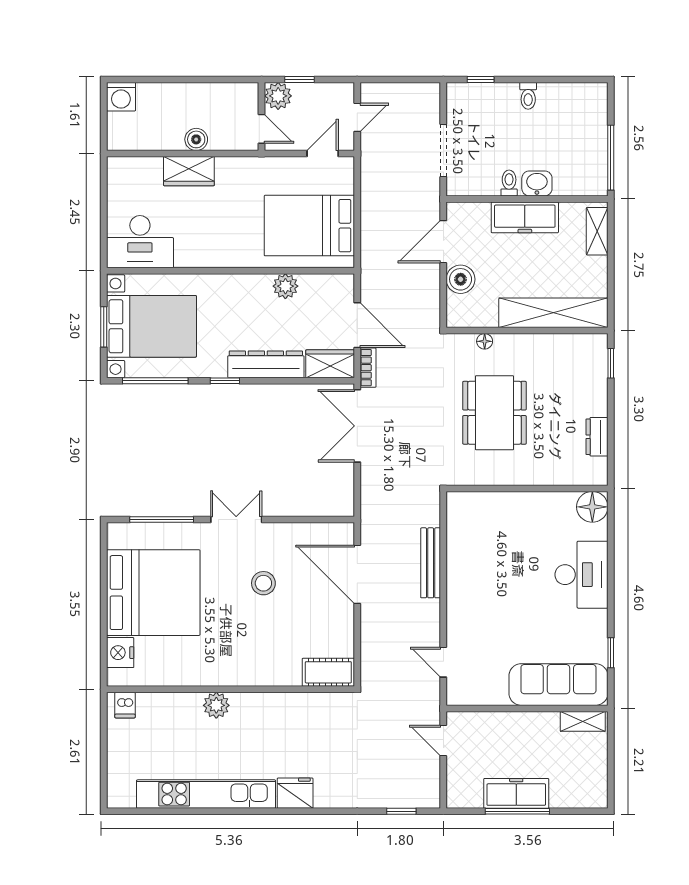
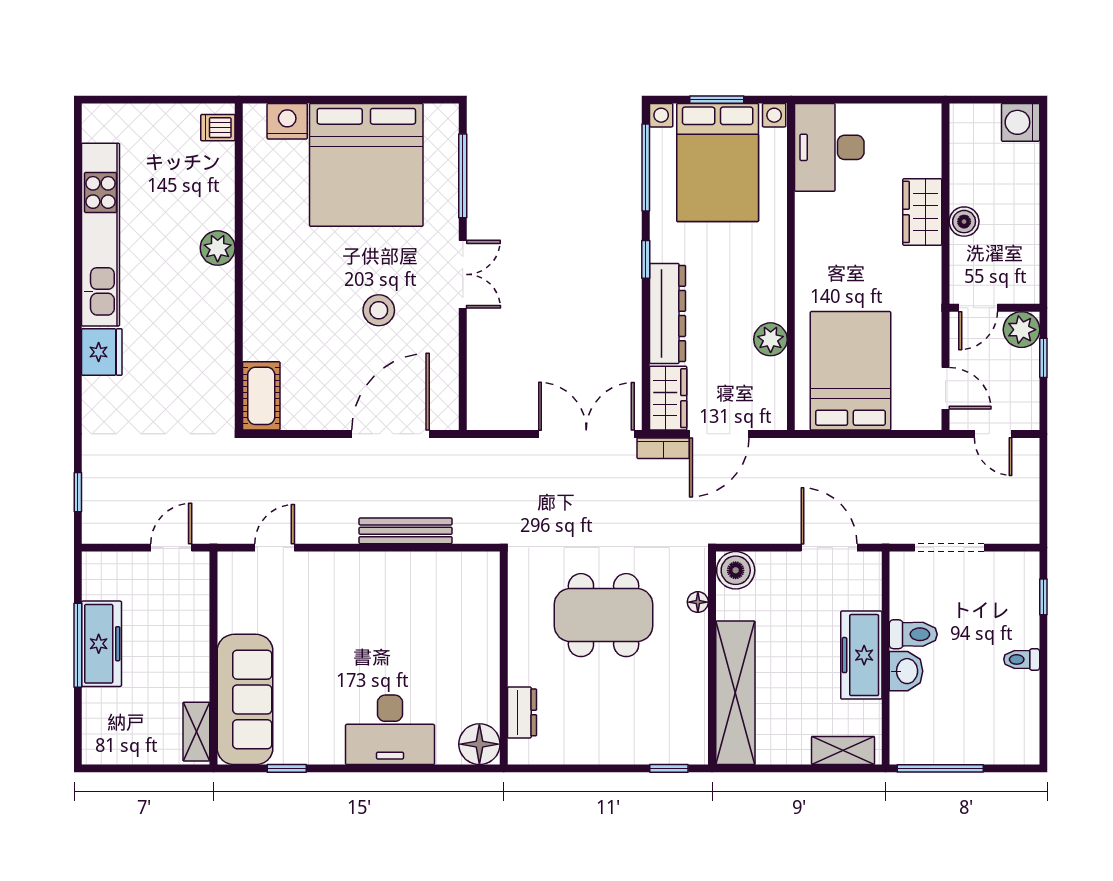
toilet: (509, 183) -> (913, 634), width x1.37, depth x1.39
boiler: (461, 279) -> (736, 570), moved
dresser: (597, 437) -> (522, 712), moved, turned 90

